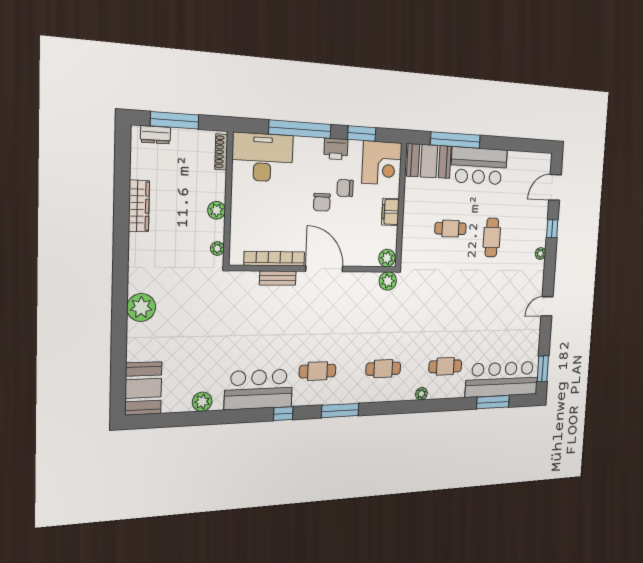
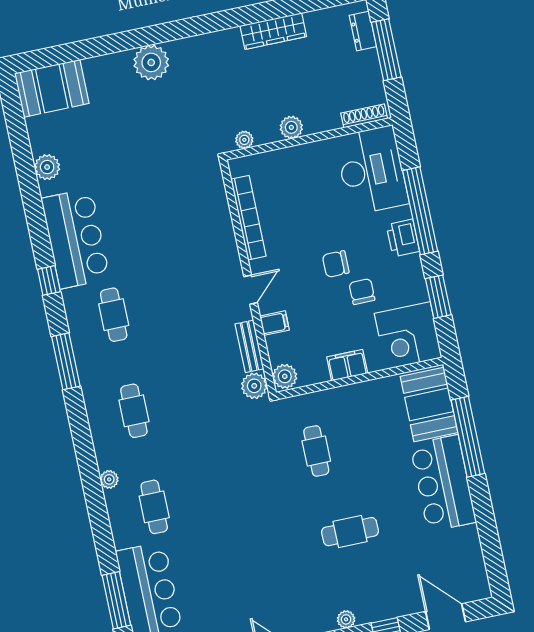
printer: (336, 149) -> (403, 238), moved
cafe table: (450, 229) -> (316, 451), moved
filing cabinet: (351, 257) -> (274, 323), added
door: (324, 269) -> (251, 290), width x0.53
bench: (278, 278) -> (249, 346), moved

